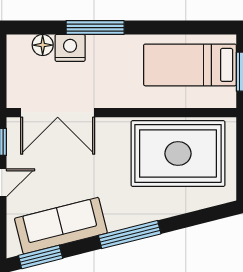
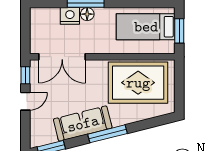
floor lamp: (43, 45) -> (87, 14), moved
sofa: (61, 226) -> (83, 124), moved

